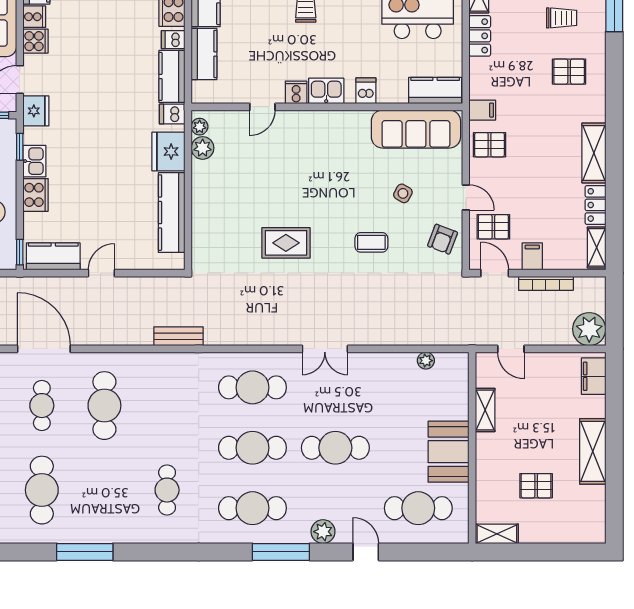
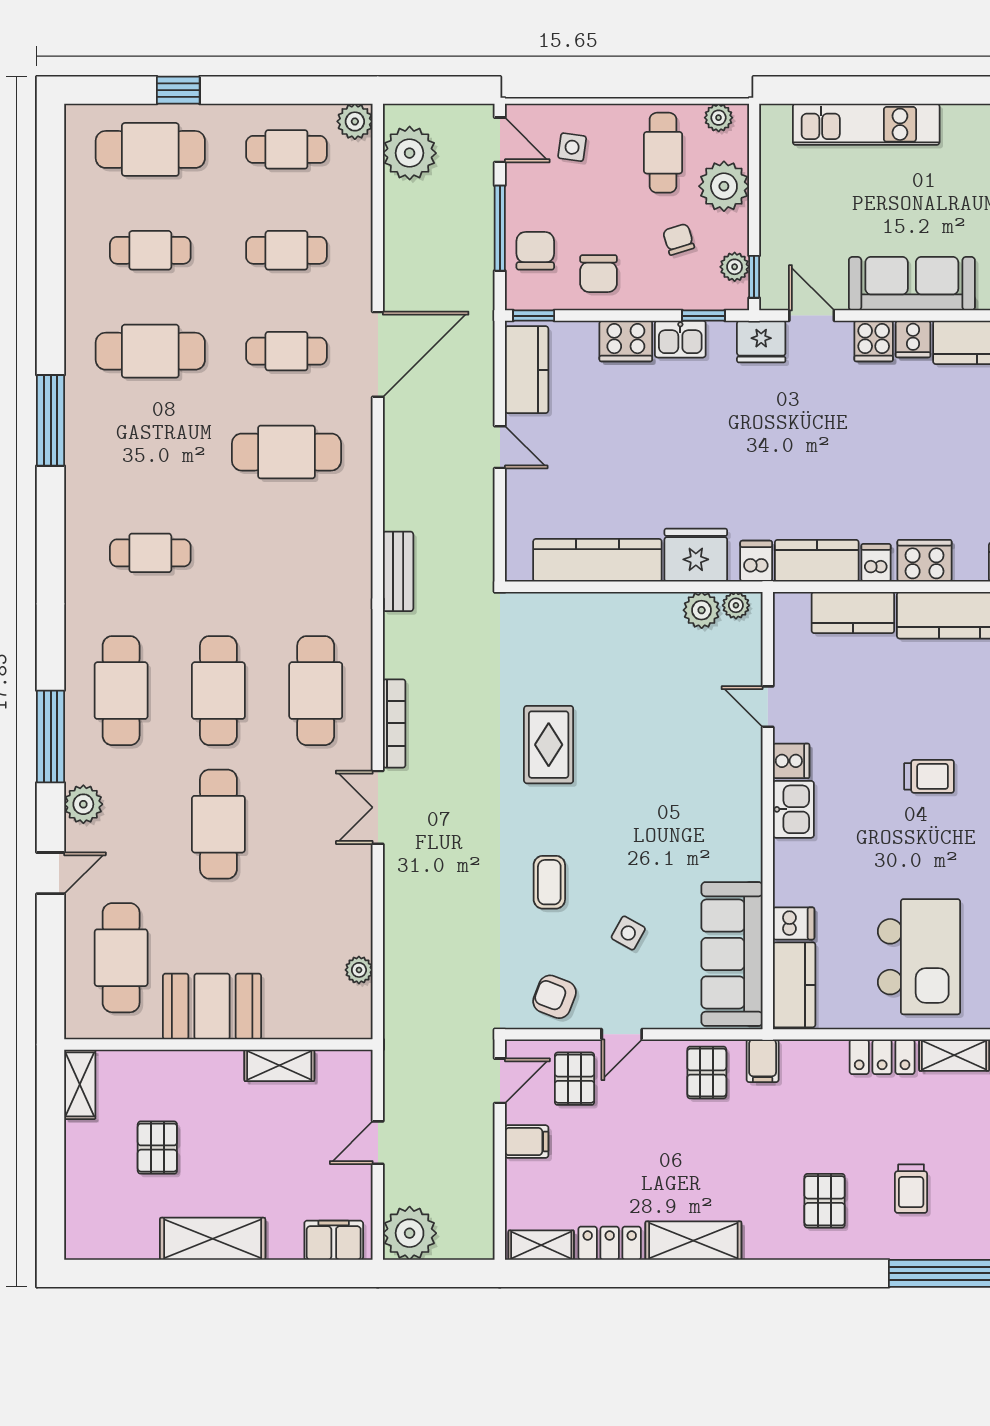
dishwasher: (366, 91) -> (794, 923), moved
bookcase: (546, 283) -> (394, 723), moved, turned 180
door: (511, 349) -> (378, 1143), moved

